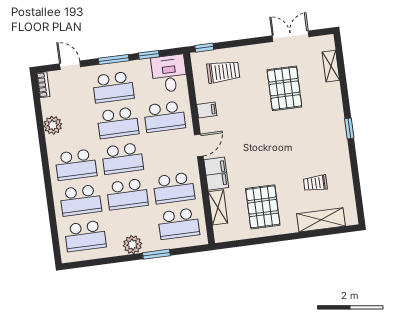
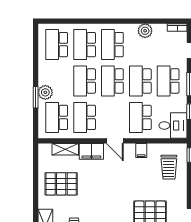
plant: (132, 245) -> (45, 92), moved

